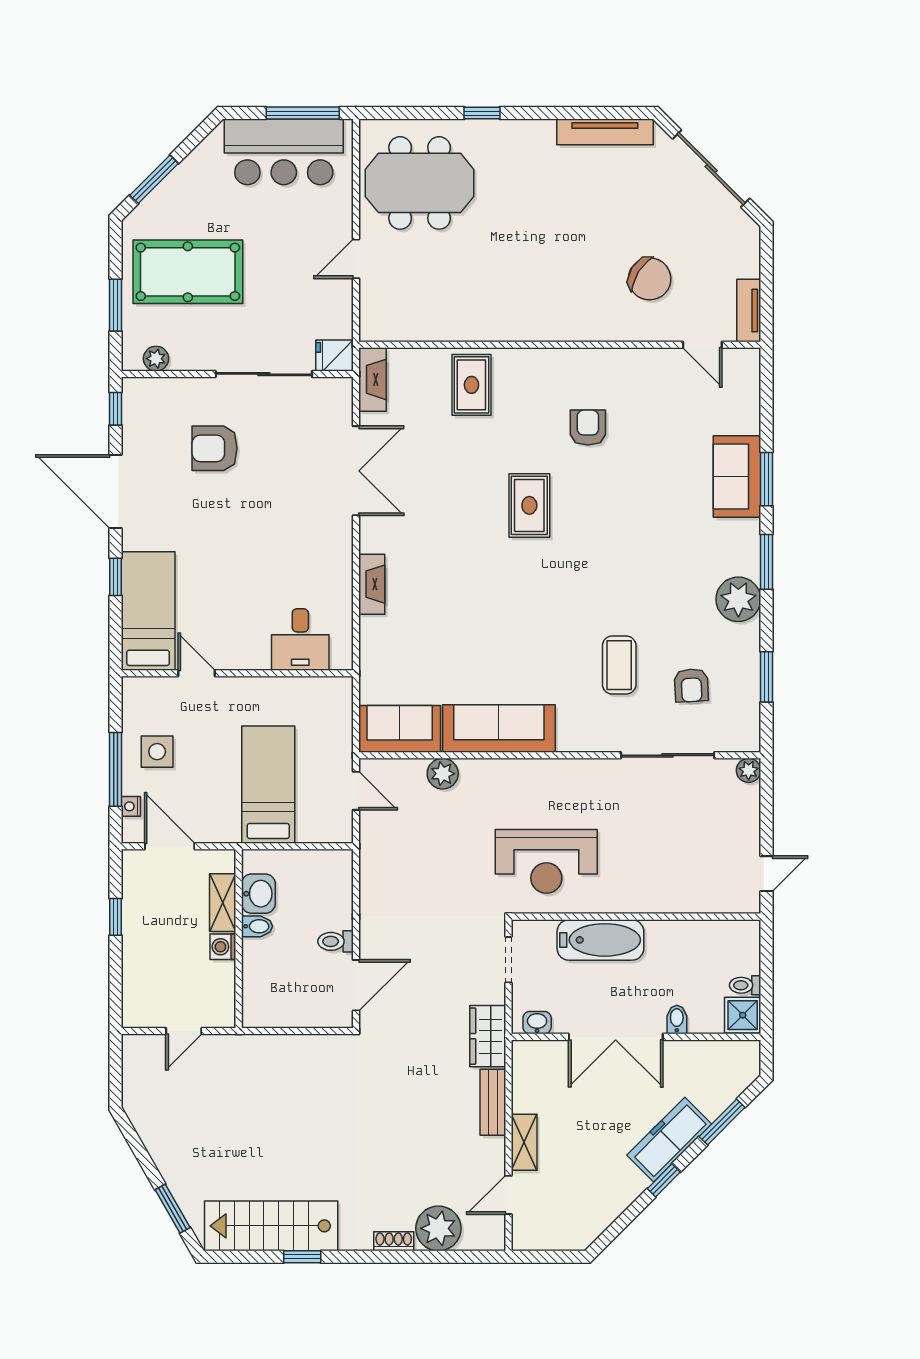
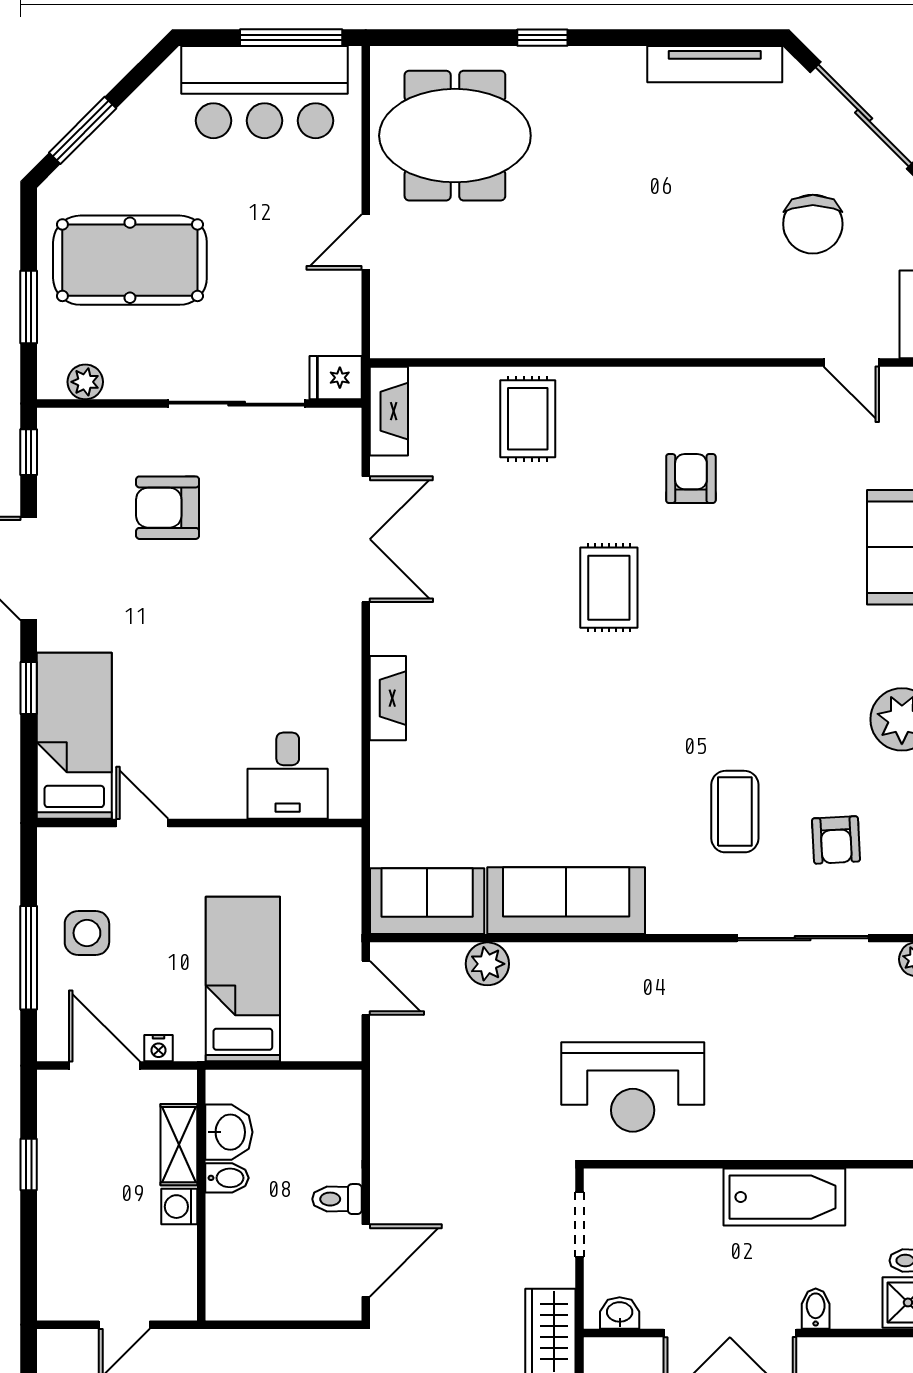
chair: (650, 279) -> (813, 224), moved, turned 58
nightstand: (131, 806) -> (159, 1048), moved, turned -90
bathtub: (600, 940) -> (784, 1197), moved

